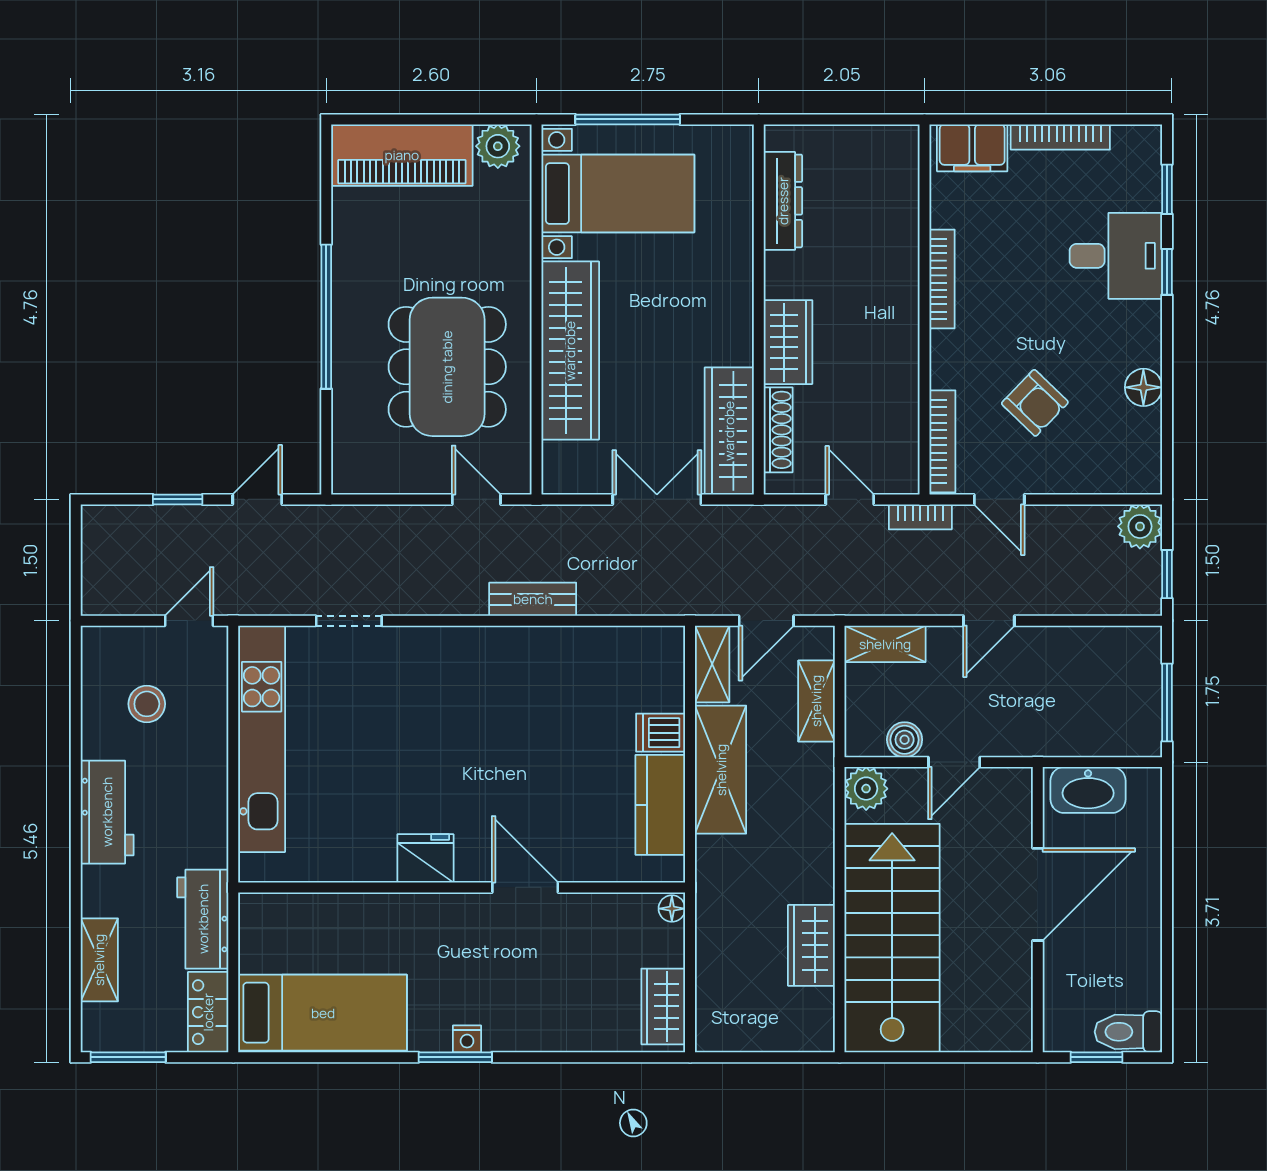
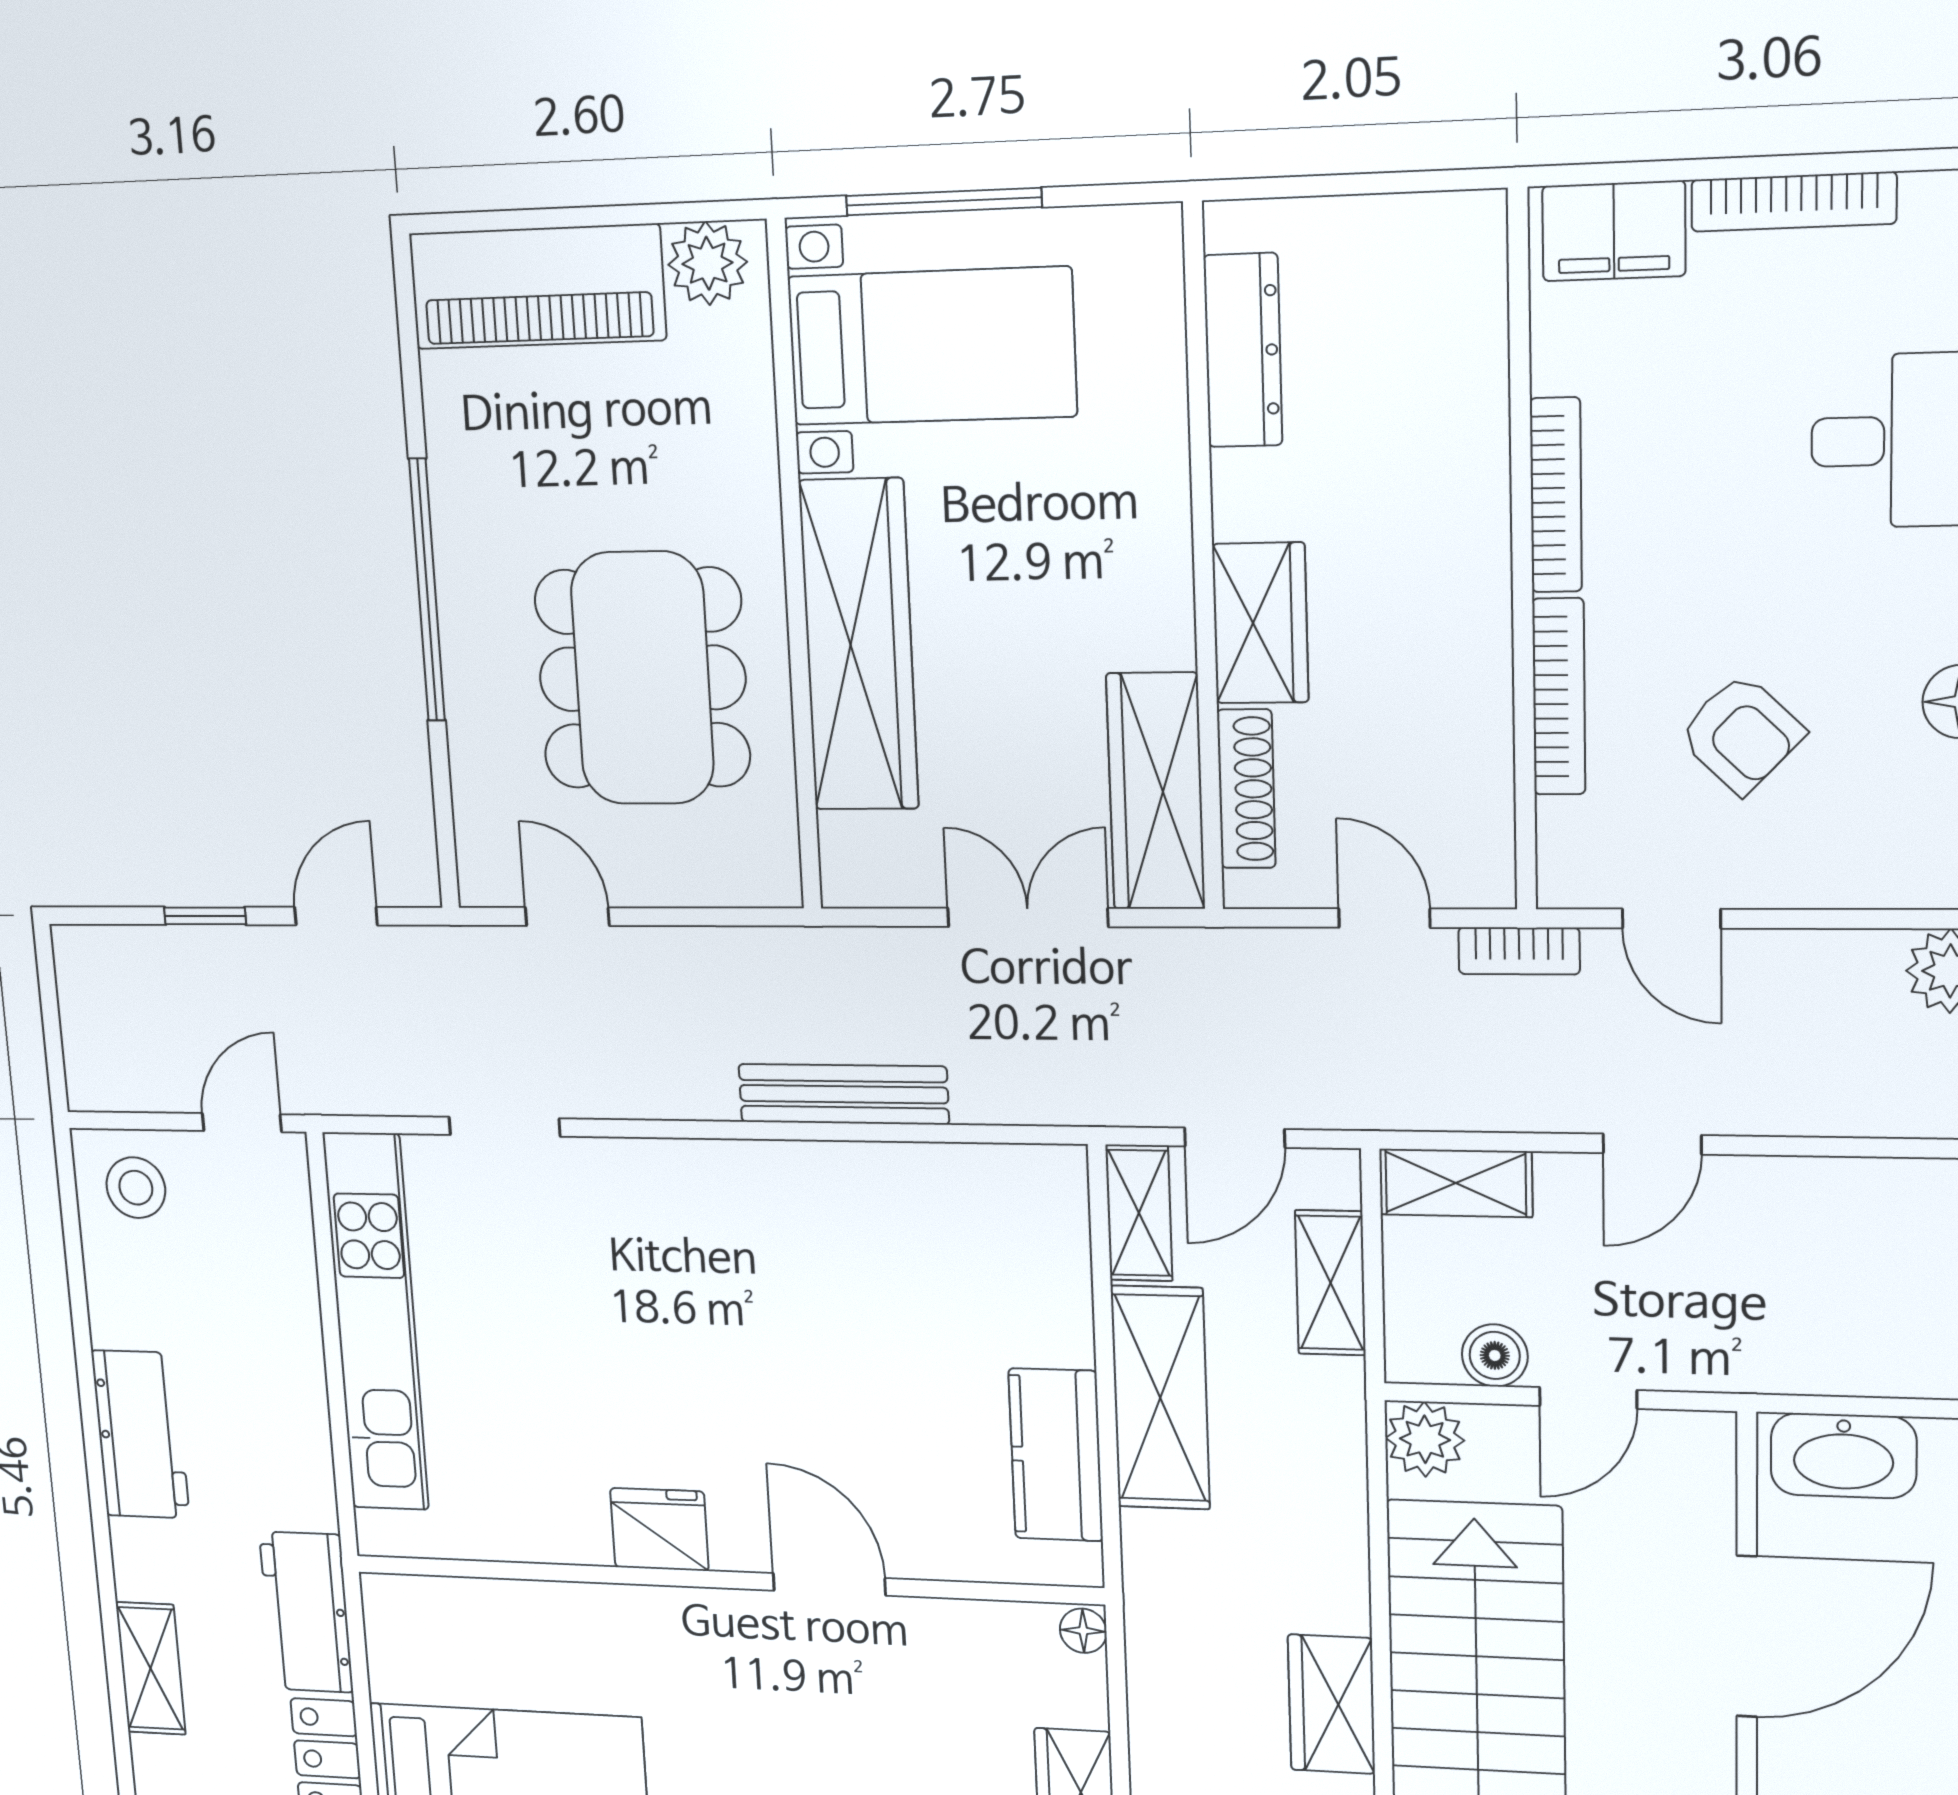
bookcase: (942, 441) -> (1559, 697), moved
door: (476, 499) -> (567, 917), moved
bench: (533, 599) -> (843, 1094), width x1.36
stool: (147, 704) -> (136, 1188), moved
dishwasher: (661, 733) -> (1052, 1331), removed

